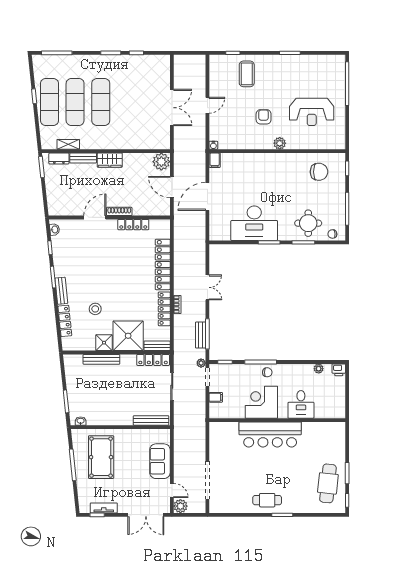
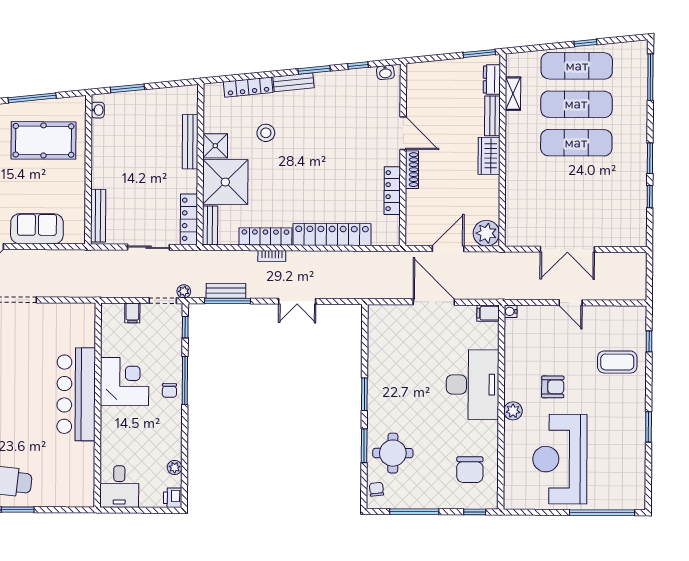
reception desk: (312, 112) -> (560, 459), width x1.36, depth x1.30
desk: (254, 223) -> (473, 385), moved, turned 180
desk: (301, 404) -> (119, 487), moved, turned -90

